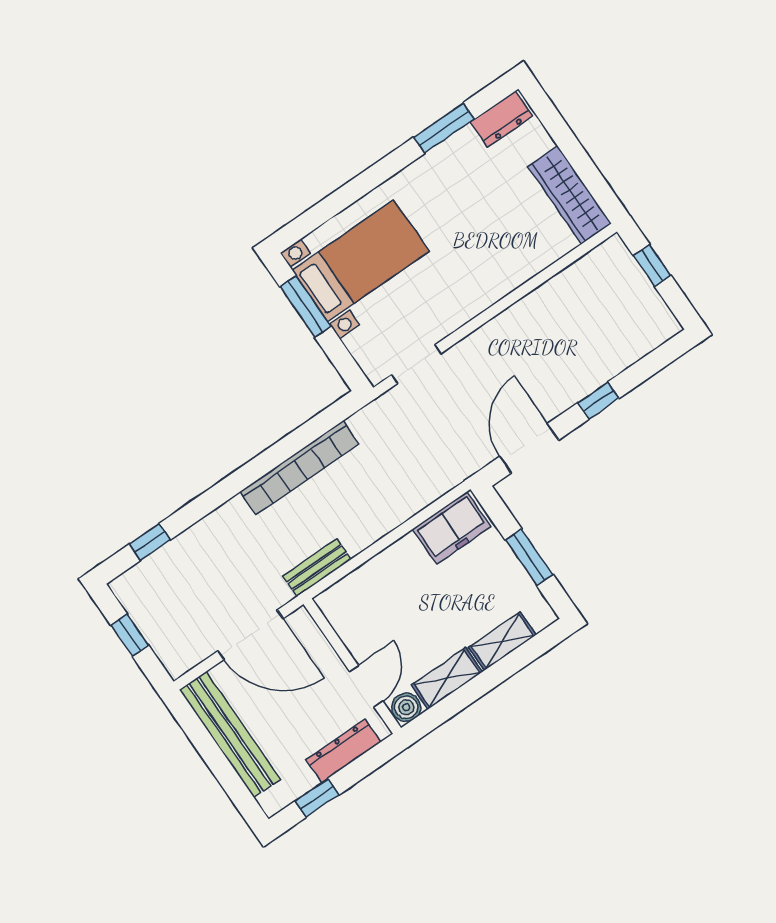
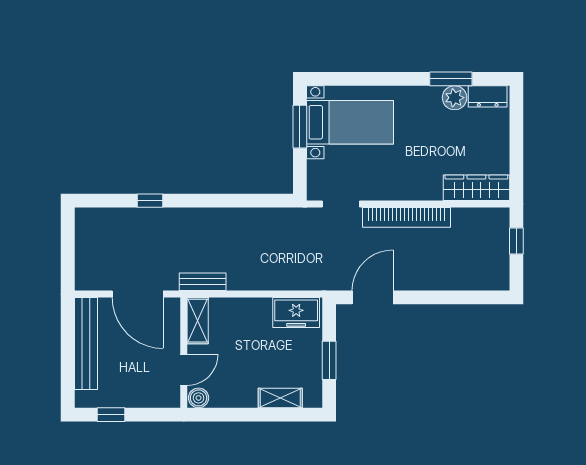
plant: (464, 147) -> (455, 98), added
wardrobe: (570, 195) -> (476, 188), moved, turned 90
window: (599, 400) -> (432, 297), removed
bookcase: (299, 468) -> (406, 217), moved
window: (150, 542) -> (150, 201), moved
window: (130, 635) -> (68, 246), removed
shelving: (447, 678) -> (198, 321), moved, turned 90
dresser: (343, 751) -> (145, 398), removed

